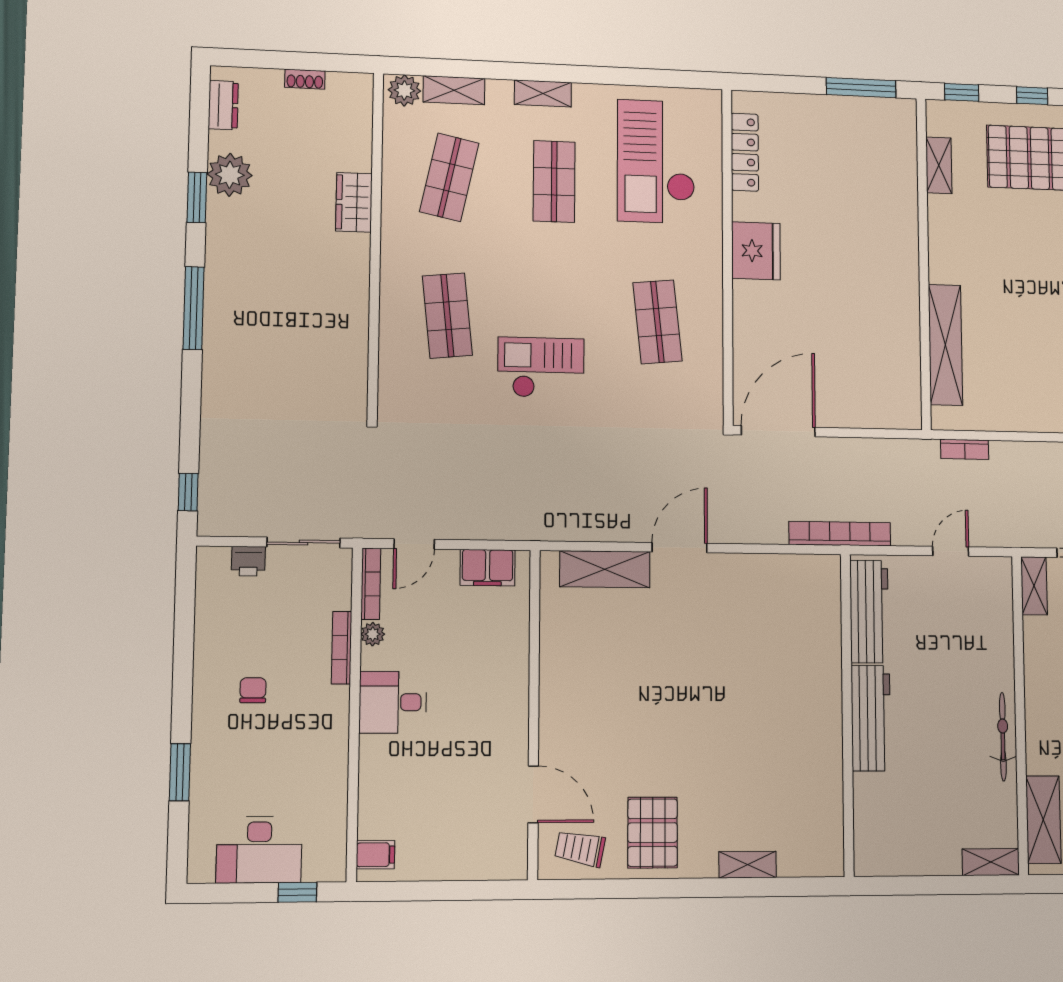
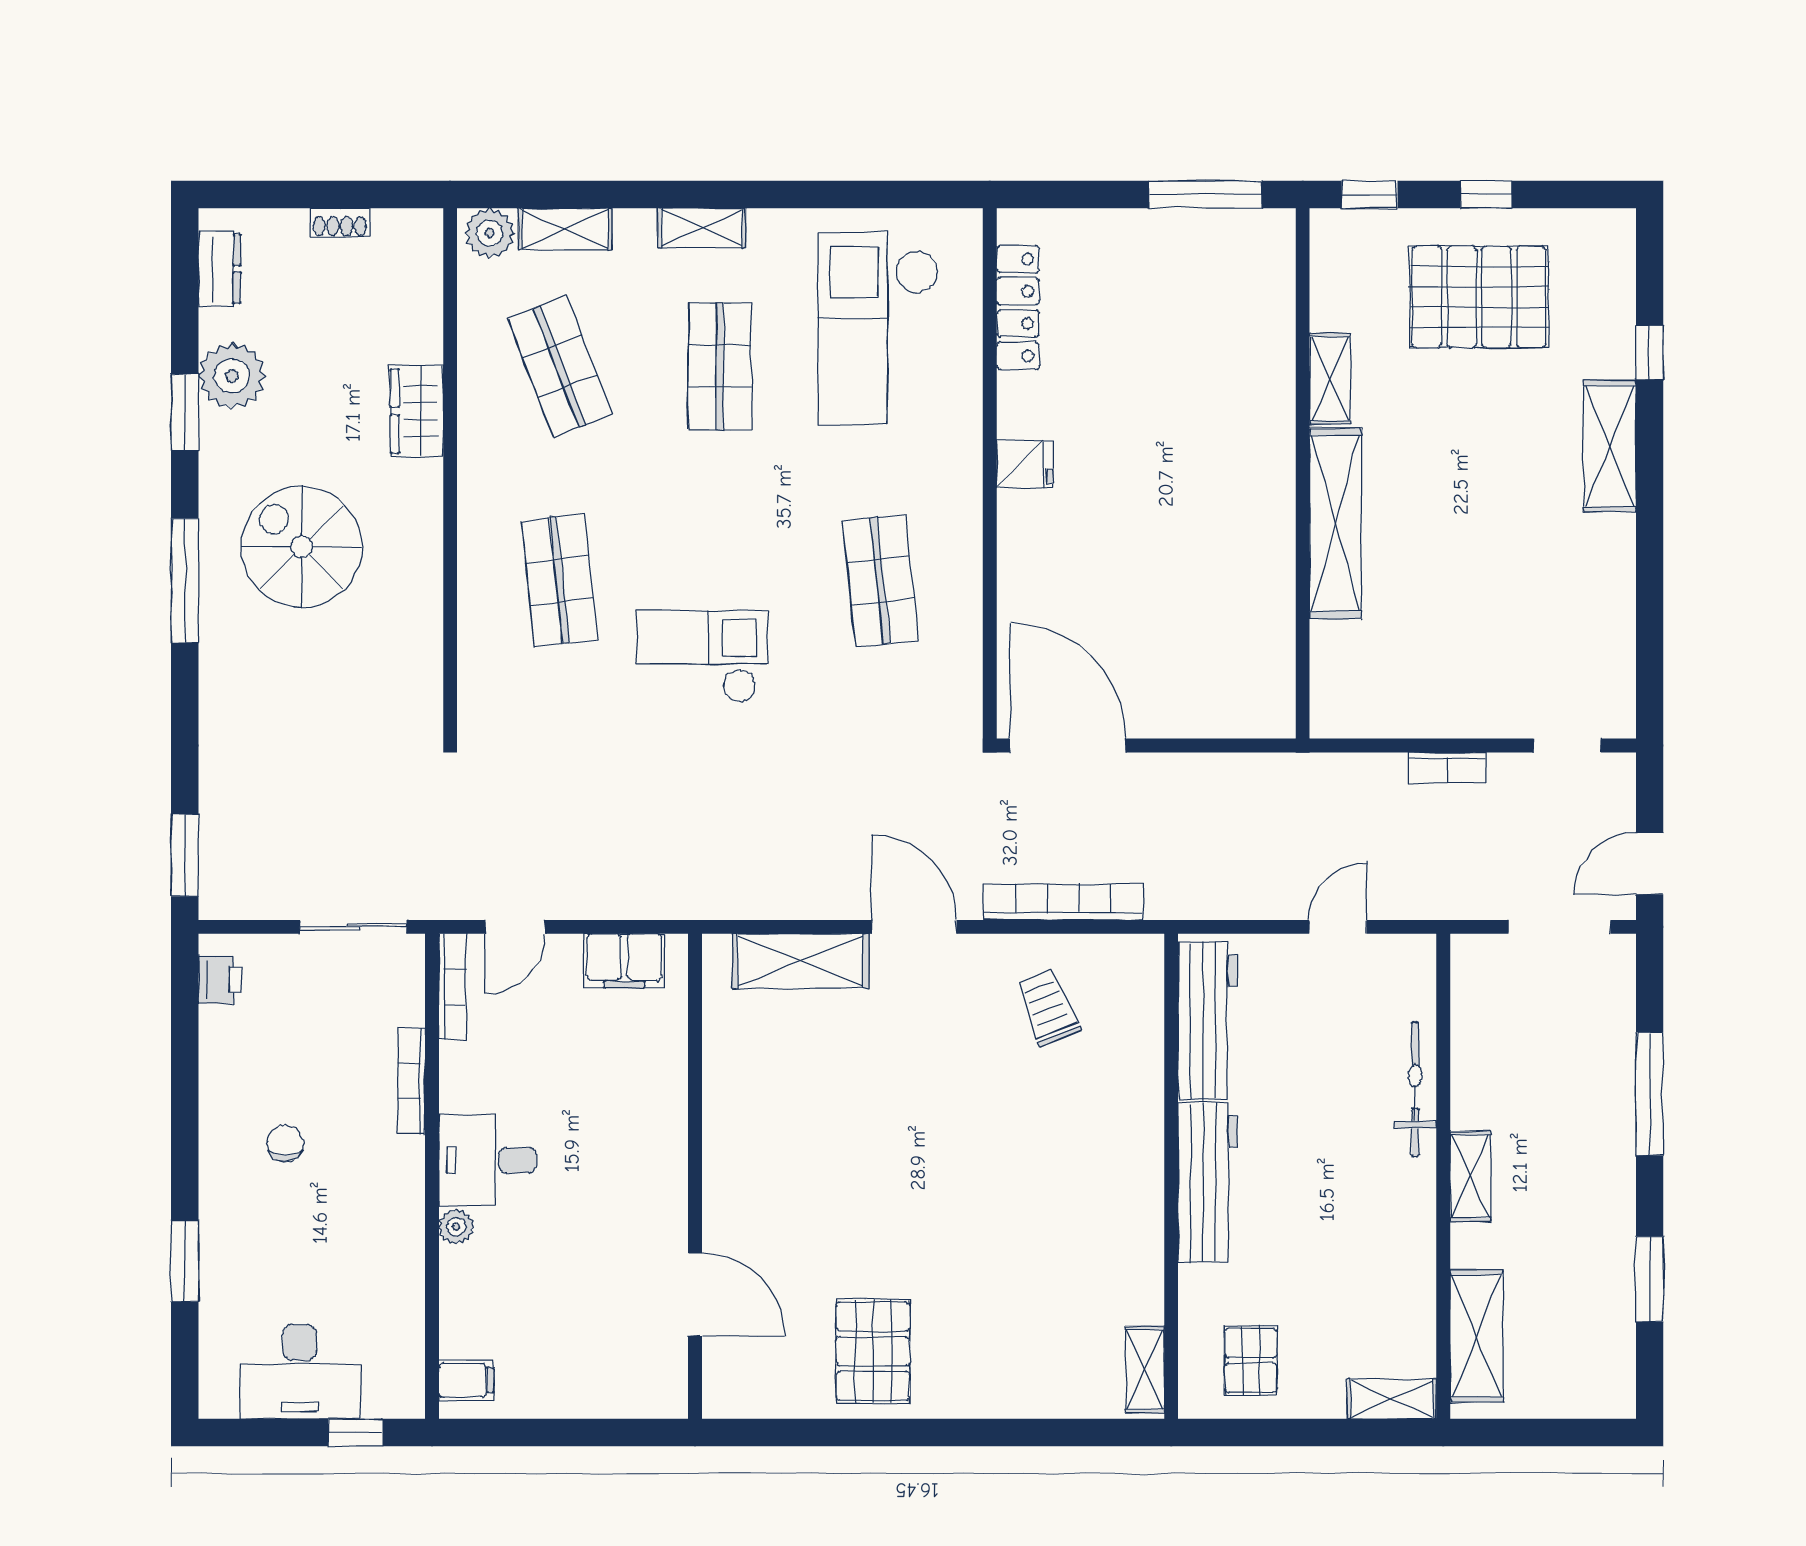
shelving: (939, 165) -> (1330, 379), moved
shop shelf: (449, 177) -> (560, 366), turned -33
fridge: (756, 251) -> (1025, 464), width x0.53, depth x0.75
spiral stairs: (274, 288) -> (302, 547), added
shelving: (945, 345) -> (1336, 523), moved
door: (778, 431) -> (1068, 745), hinge flipped
bookcase: (965, 449) -> (1447, 768), moved
window: (188, 492) -> (185, 855), width x1.50
bookcase: (840, 534) -> (1063, 902), moved
door: (680, 548) -> (914, 927), hinge flipped
printer: (248, 561) -> (220, 980), moved, turned -90
shelving: (1034, 586) -> (1470, 1176), moved
plant: (373, 634) -> (456, 1227), moved
bicycle: (1003, 737) -> (1415, 1089), moved
pallet: (900, 837) -> (1251, 1361), added
trolley: (580, 849) -> (1048, 1008), moved, turned 57
shelving: (748, 865) -> (1145, 1370), moved, turned 90

